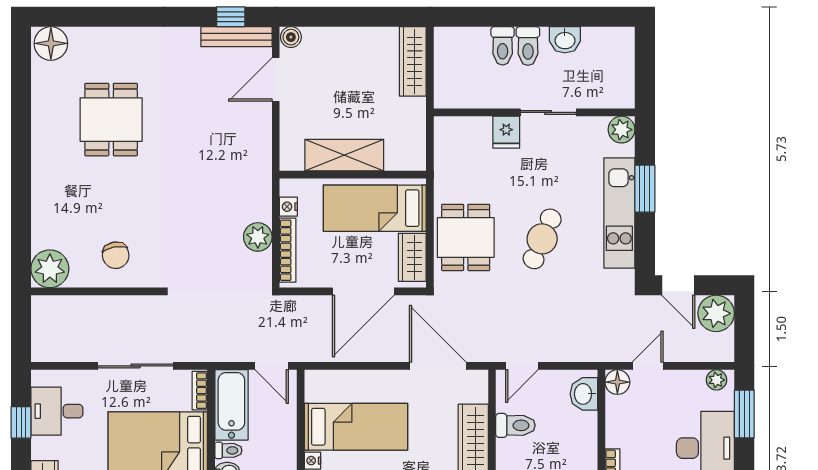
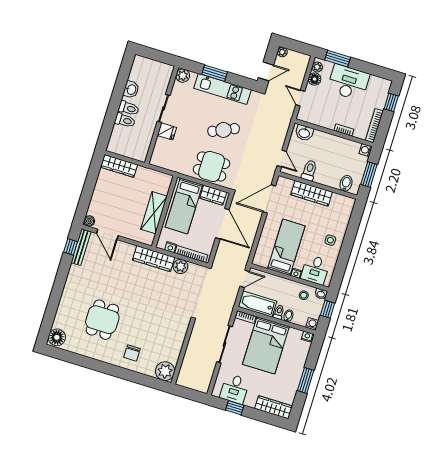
dining table: (111, 120) -> (102, 320), turned 90
wardrobe: (257, 181) -> (154, 259), added
cafe table: (542, 239) -> (224, 130), turned -47
chair: (116, 255) -> (132, 353), moved, turned 100
plant: (716, 313) -> (282, 52), width x0.53, depth x0.53
floor lamp: (617, 382) -> (315, 79), moved

